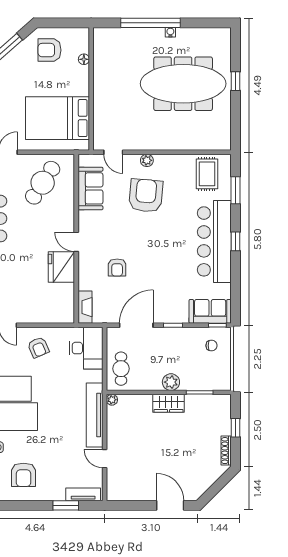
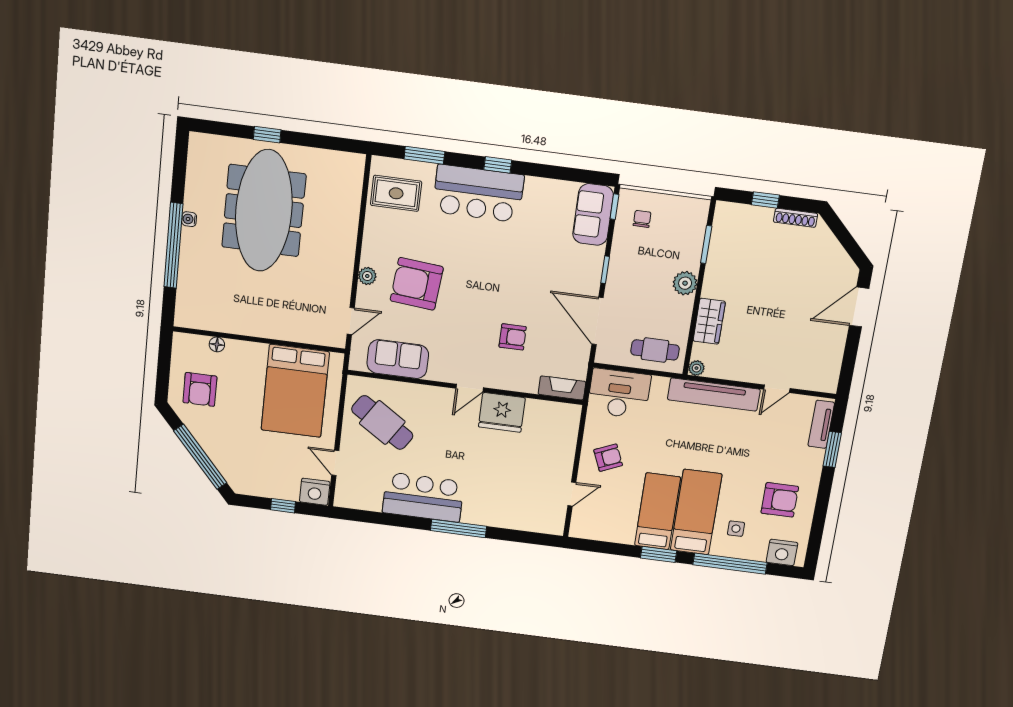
bar counter: (214, 241) -> (478, 193), width x0.73
wardrobe: (169, 403) -> (709, 321), moved

